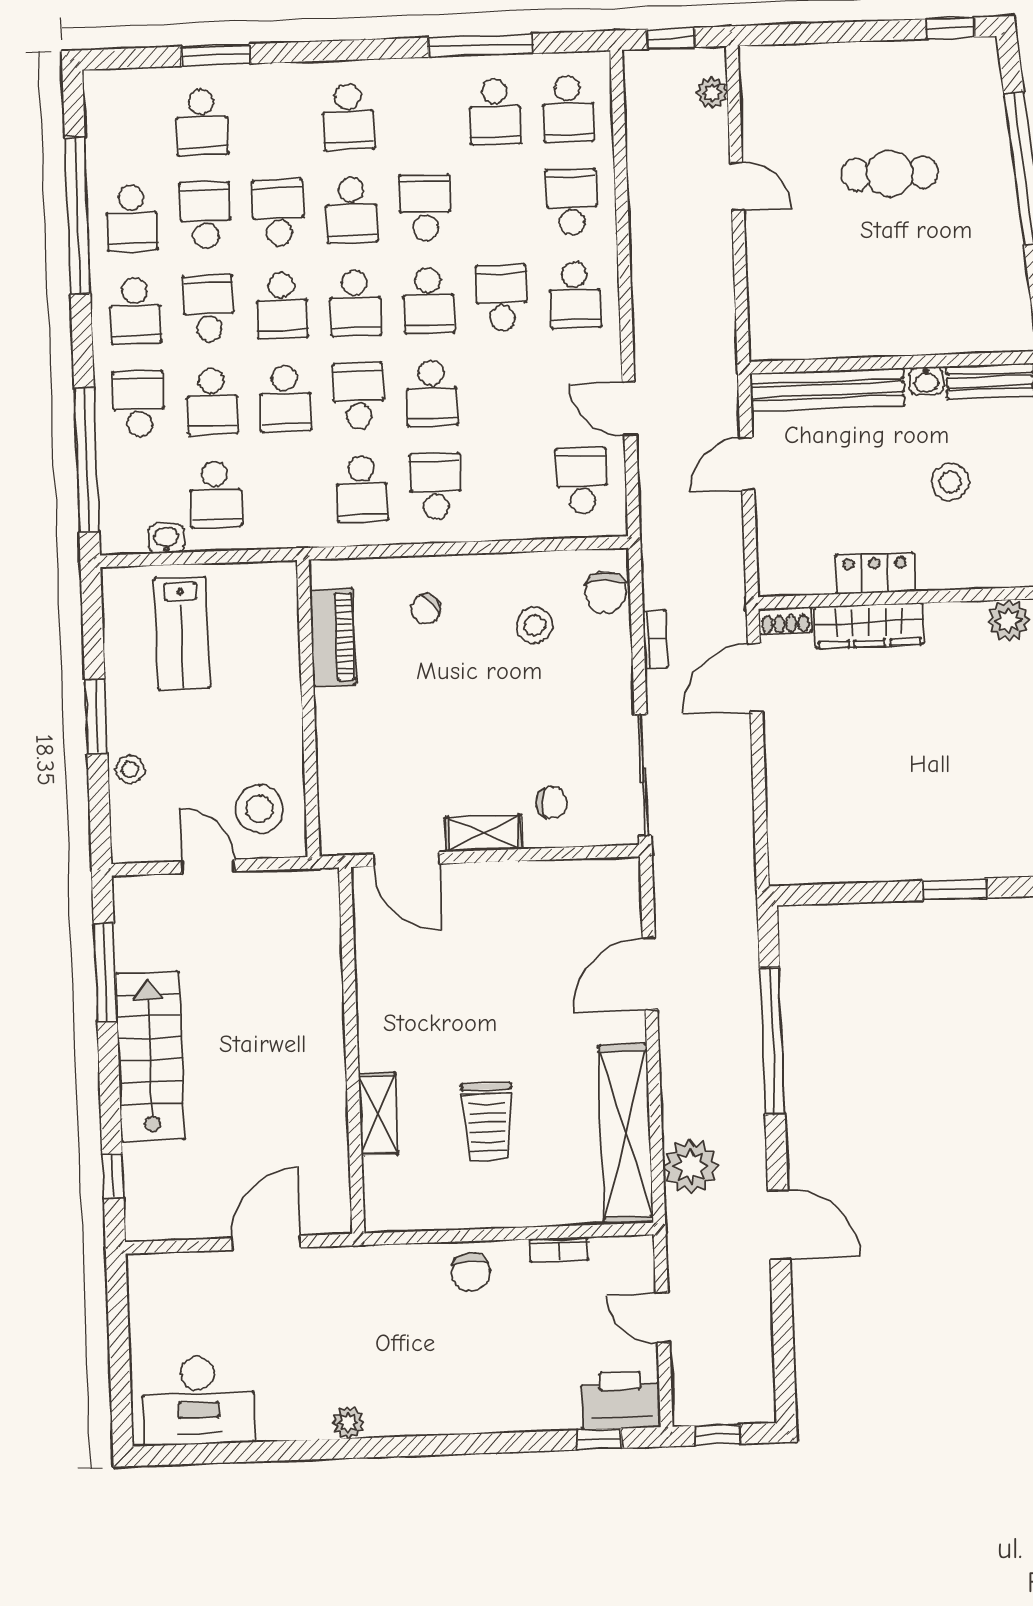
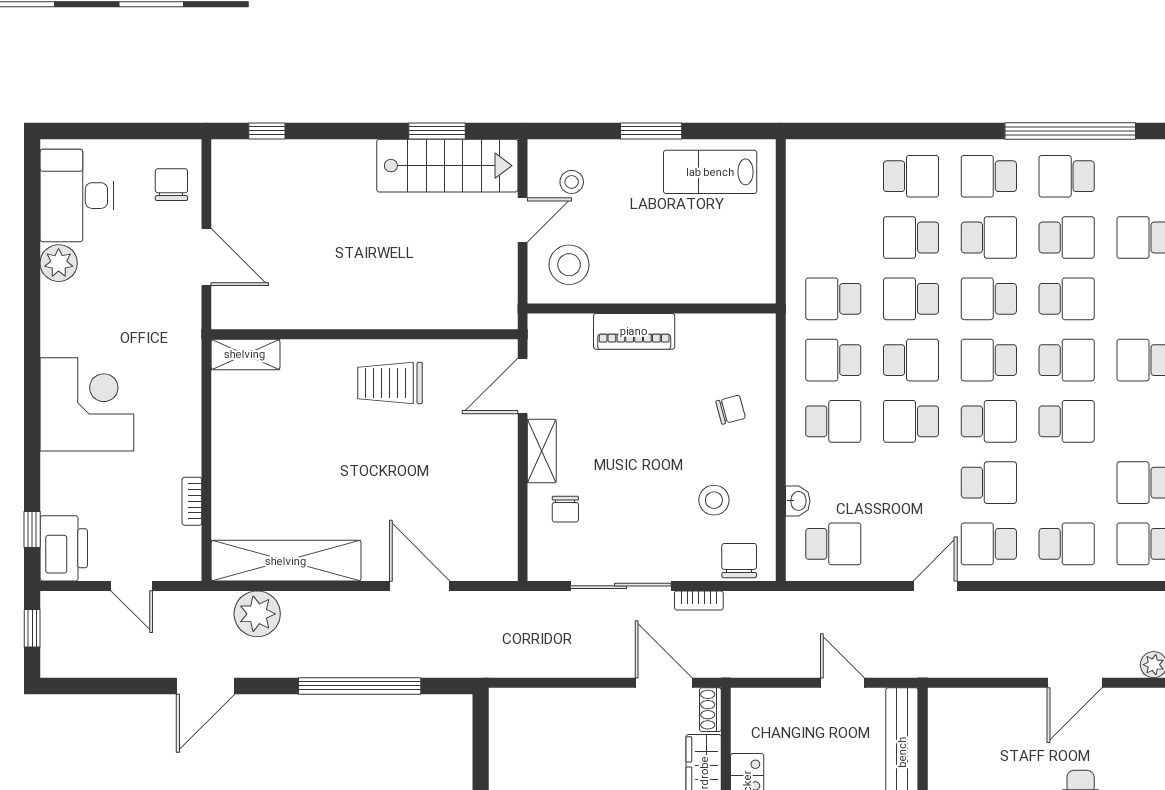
door: (737, 186) -> (1075, 683), width x1.38
school desk: (352, 210) -> (1067, 360), turned 180
school desk: (428, 300) -> (989, 421), turned 180
door: (629, 409) -> (935, 586), moved
window: (87, 460) -> (866, 131), removed
school desk: (215, 494) -> (833, 299), moved
washbasin: (166, 539) -> (798, 501), moved
chair: (606, 593) -> (739, 561), turned 90
chair: (426, 609) -> (731, 410), turned 116
lab bench: (182, 633) -> (710, 172), moved
piano: (333, 637) -> (634, 331), moved
stool: (130, 769) -> (572, 182), moved
sliding door: (643, 775) -> (621, 586), moved
window: (105, 973) -> (437, 131), width x0.69
stairs: (150, 1056) -> (447, 166), moved
shelving: (378, 1114) -> (245, 354), moved
trolley: (487, 1122) -> (390, 383), moved
chair: (471, 1272) -> (171, 185), moved, turned 93
door: (663, 1318) -> (132, 586), swing flipped
corner desk: (448, 1379) -> (87, 404), added
plant: (348, 1423) -> (59, 263), moved, width x1.38, depth x1.38

